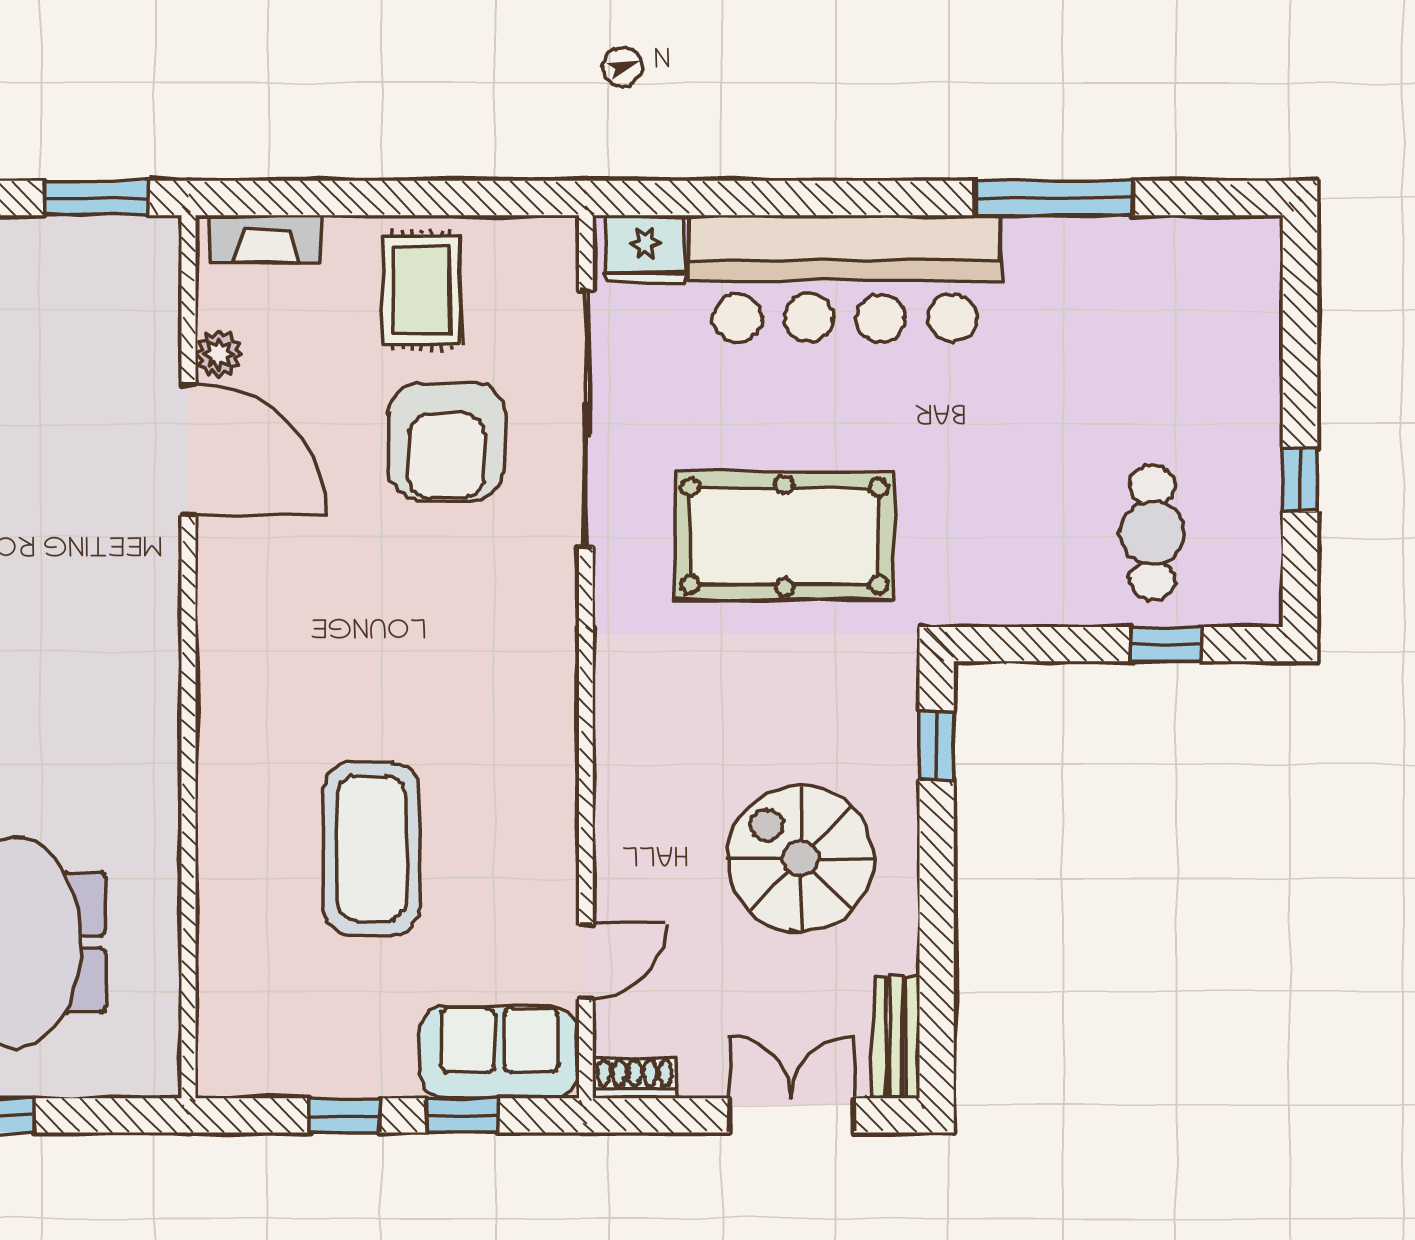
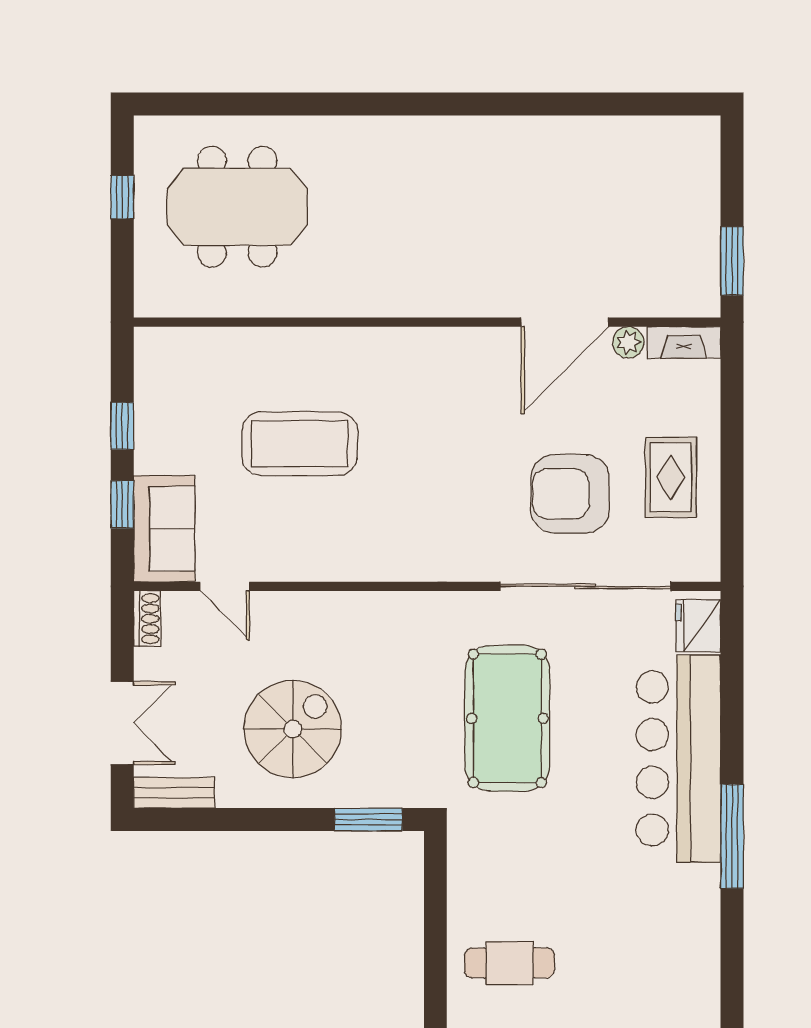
window: (1054, 198) -> (732, 836), moved
fireplace: (267, 239) -> (684, 342), moved, turned -90
rug: (422, 290) -> (671, 477), turned 90
window: (1166, 644) -> (435, 972), removed
window: (937, 745) -> (368, 820), width x1.50

